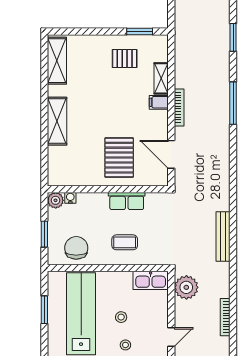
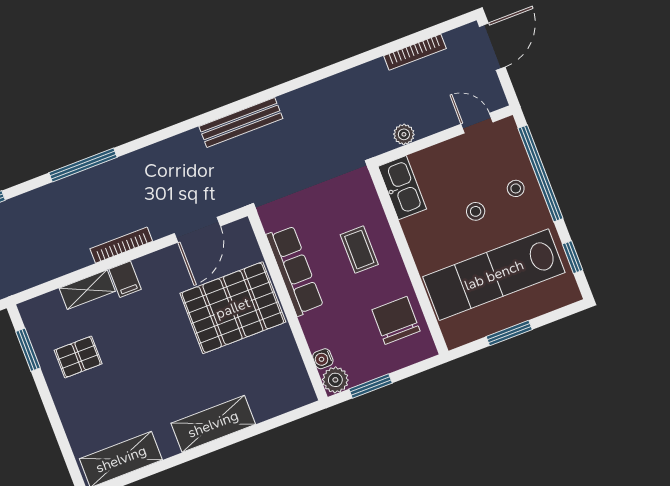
pallet: (125, 59) -> (78, 357), turned 90
pallet: (119, 158) -> (233, 308), width x1.37, depth x1.41
row of seats: (127, 201) -> (295, 271), width x1.48
window: (44, 234) -> (371, 386), moved
bench: (223, 237) -> (241, 122), moved
chair: (76, 248) -> (396, 320), turned 90
plant: (186, 287) -> (404, 134), width x0.53, depth x0.53

